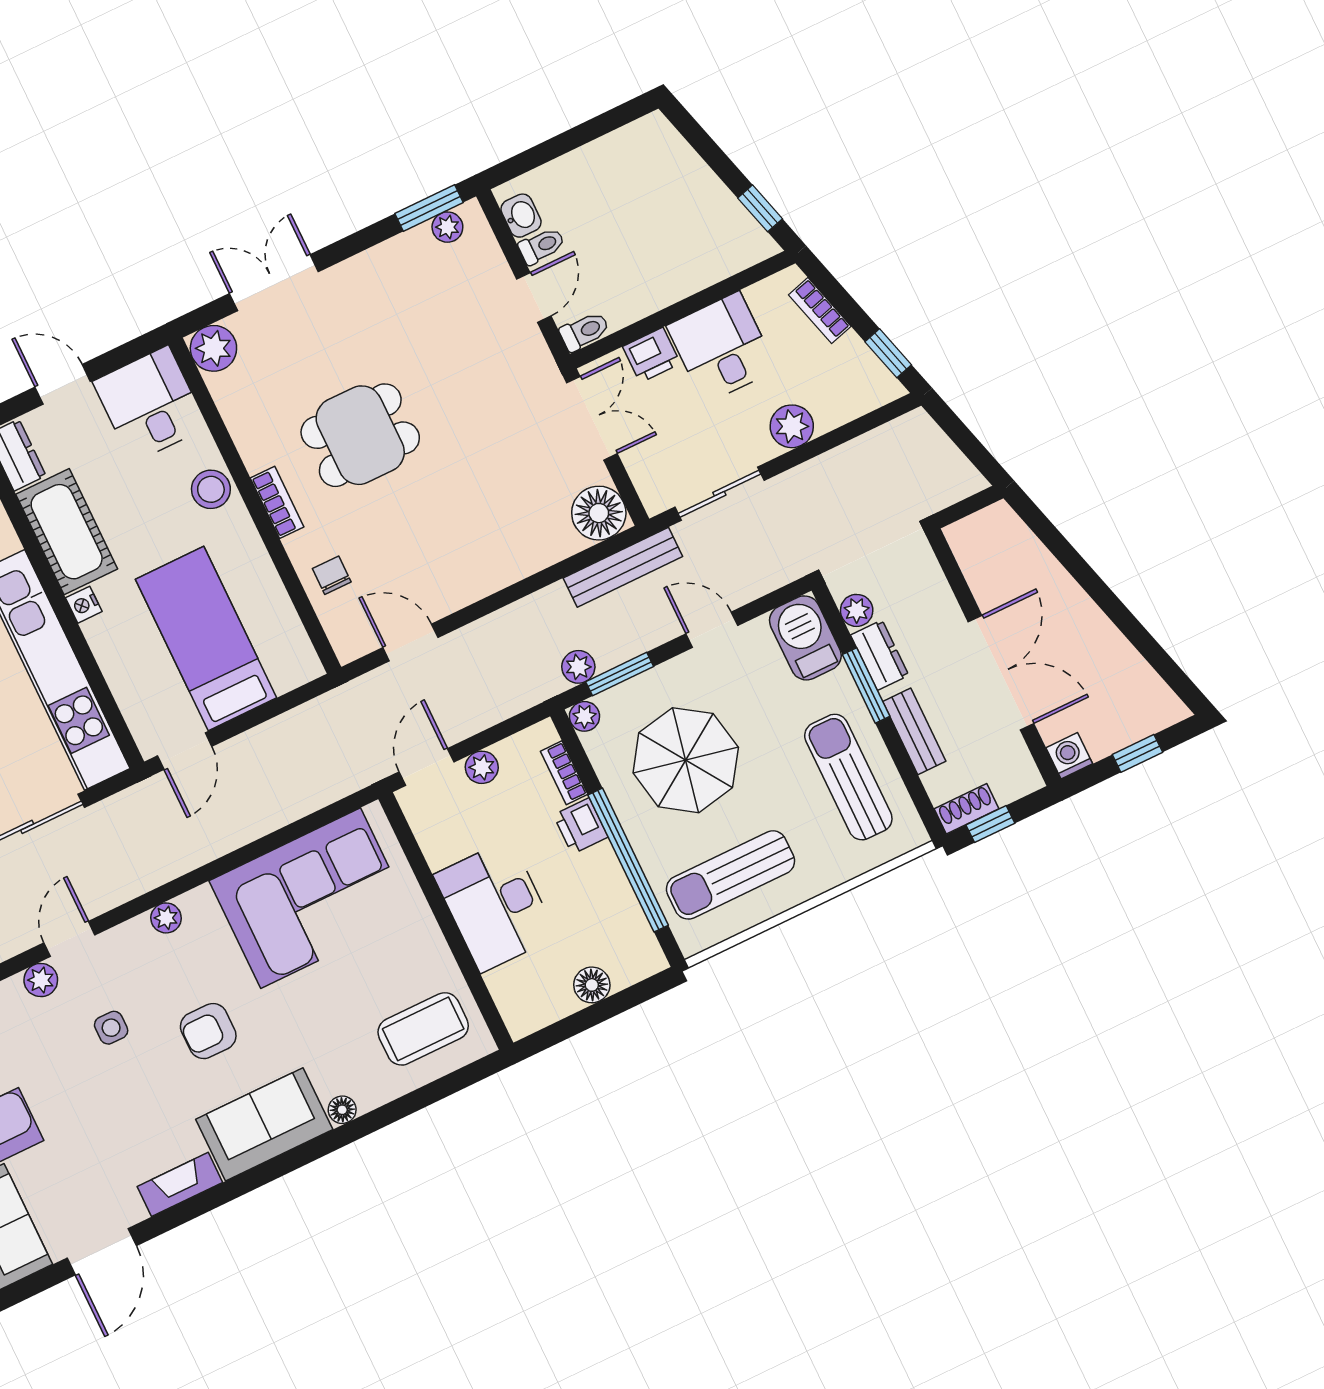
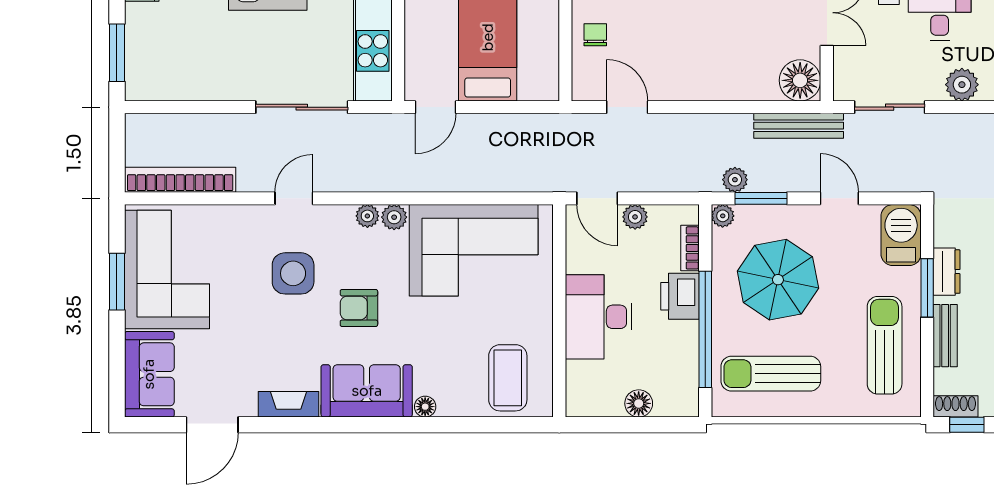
plant: (857, 610) -> (946, 233), removed
door: (427, 767) -> (597, 198), swing flipped
printer: (581, 826) -> (680, 296), width x1.36, depth x1.24
plant: (41, 980) -> (394, 217), moved
side table: (111, 1028) -> (293, 273), width x1.87, depth x1.87
coffee table: (423, 1029) -> (508, 378), turned 90

